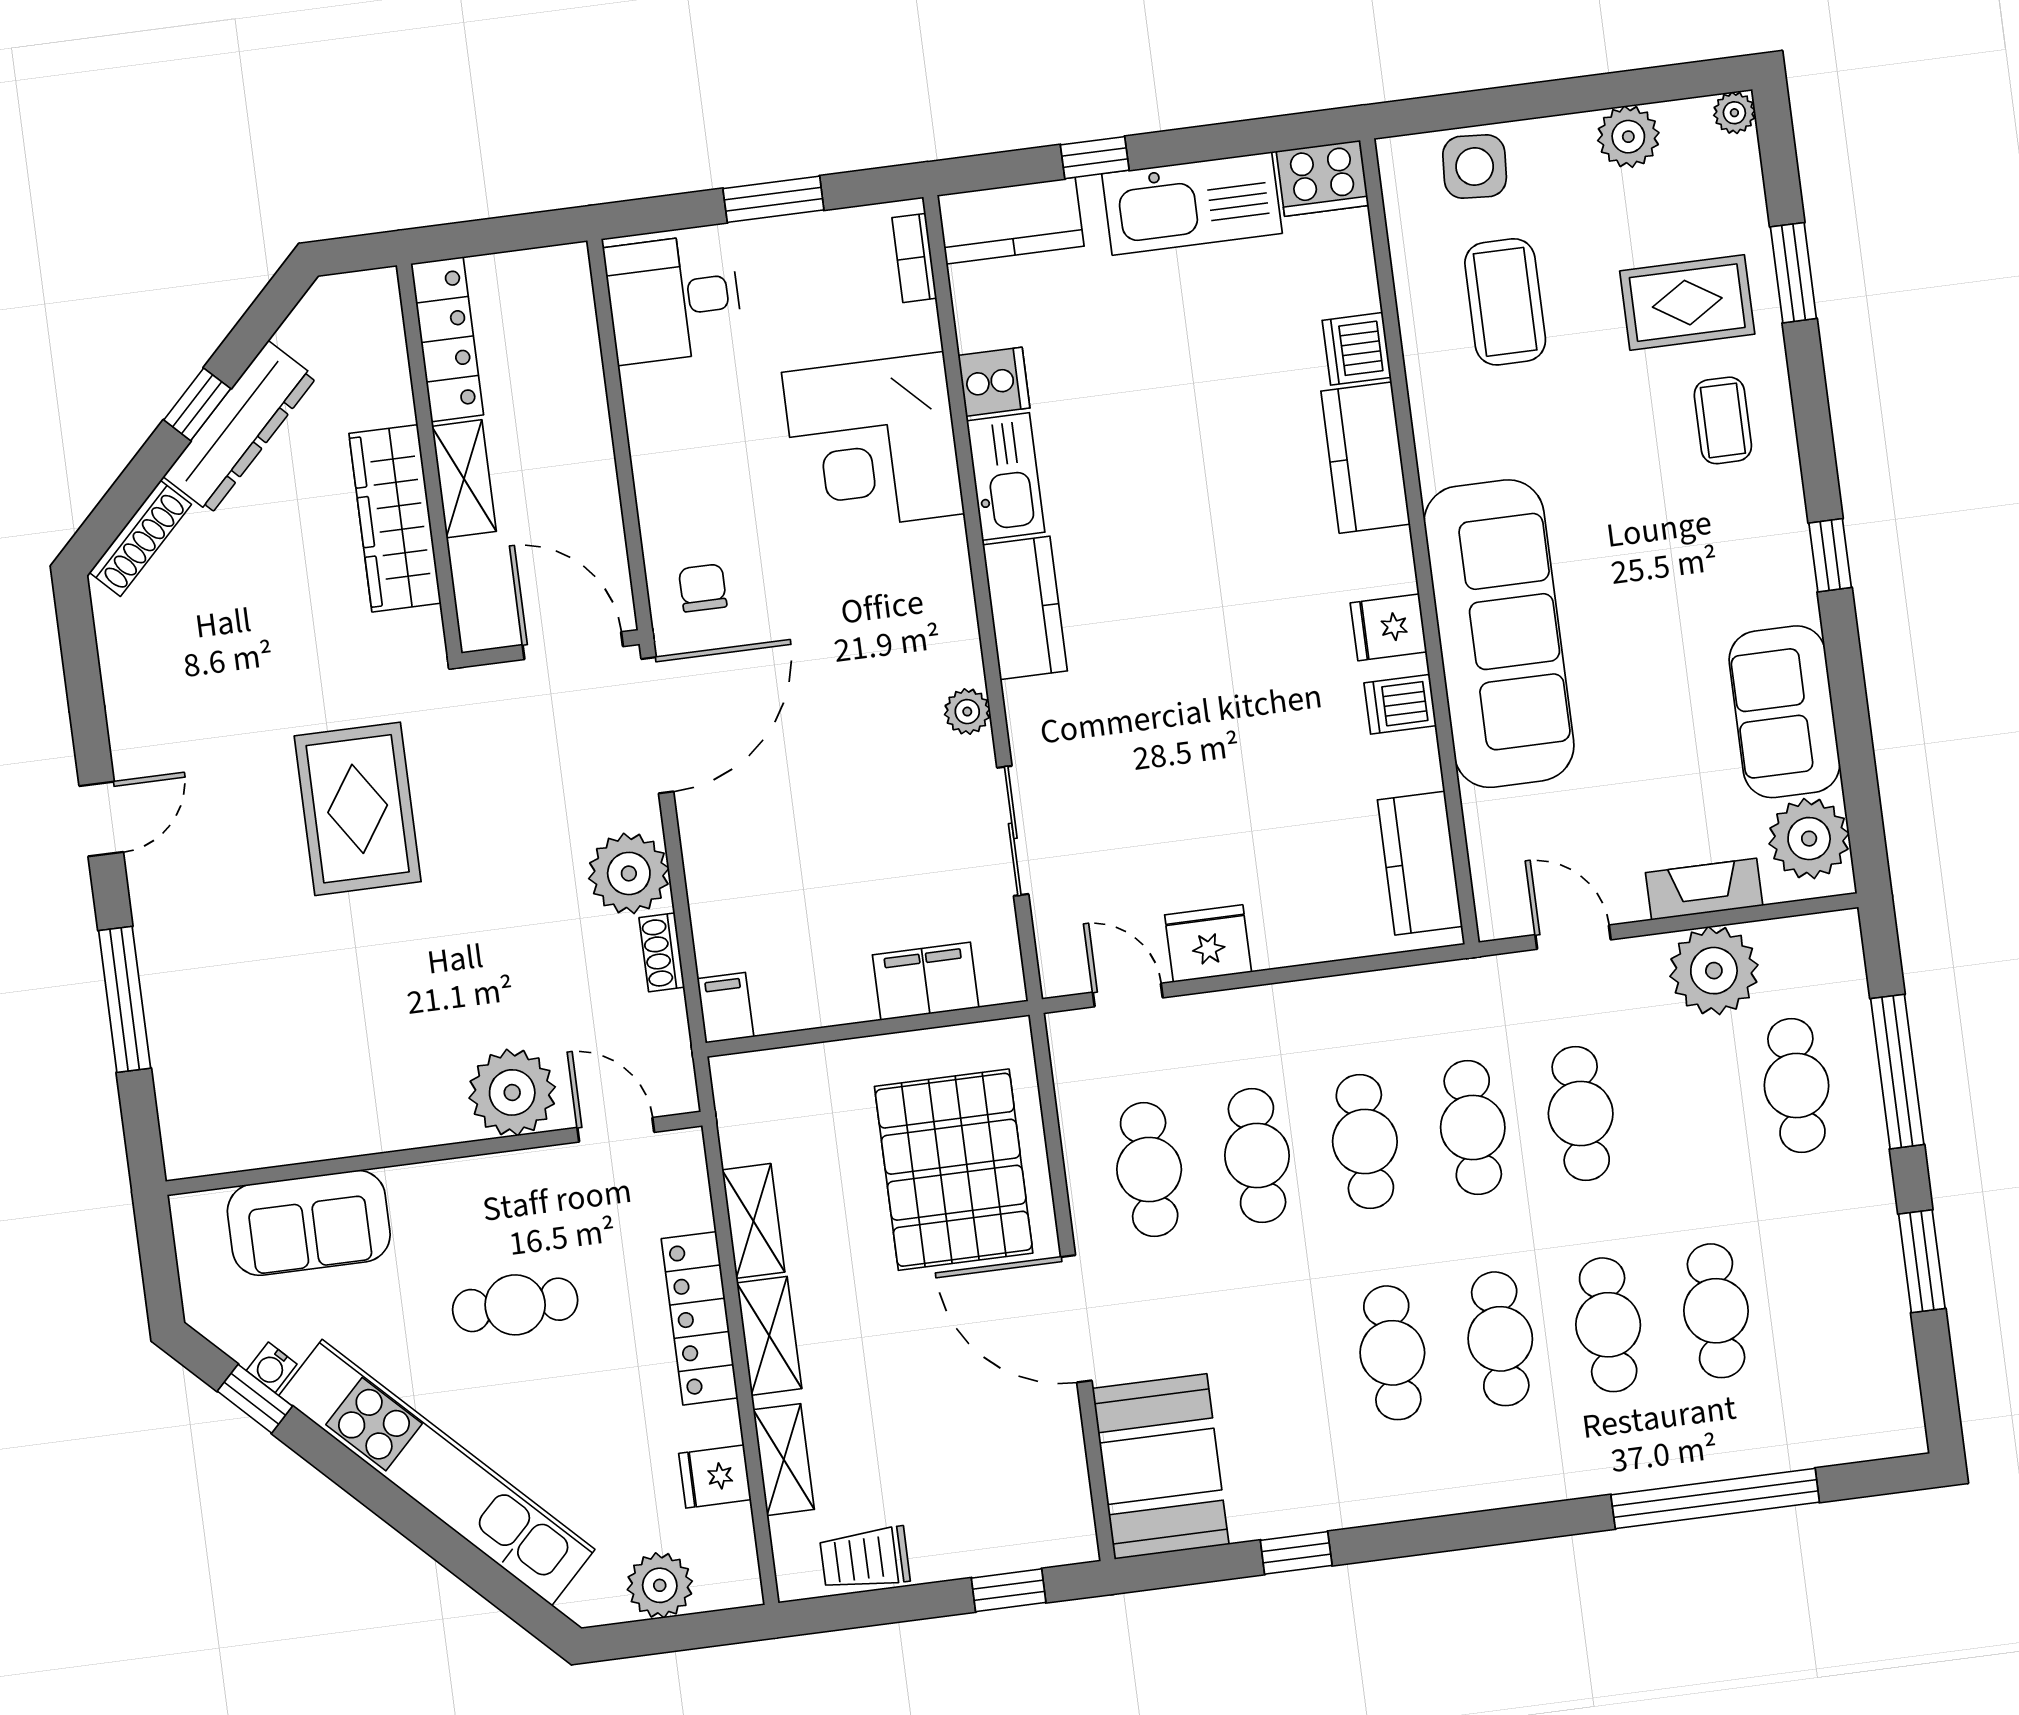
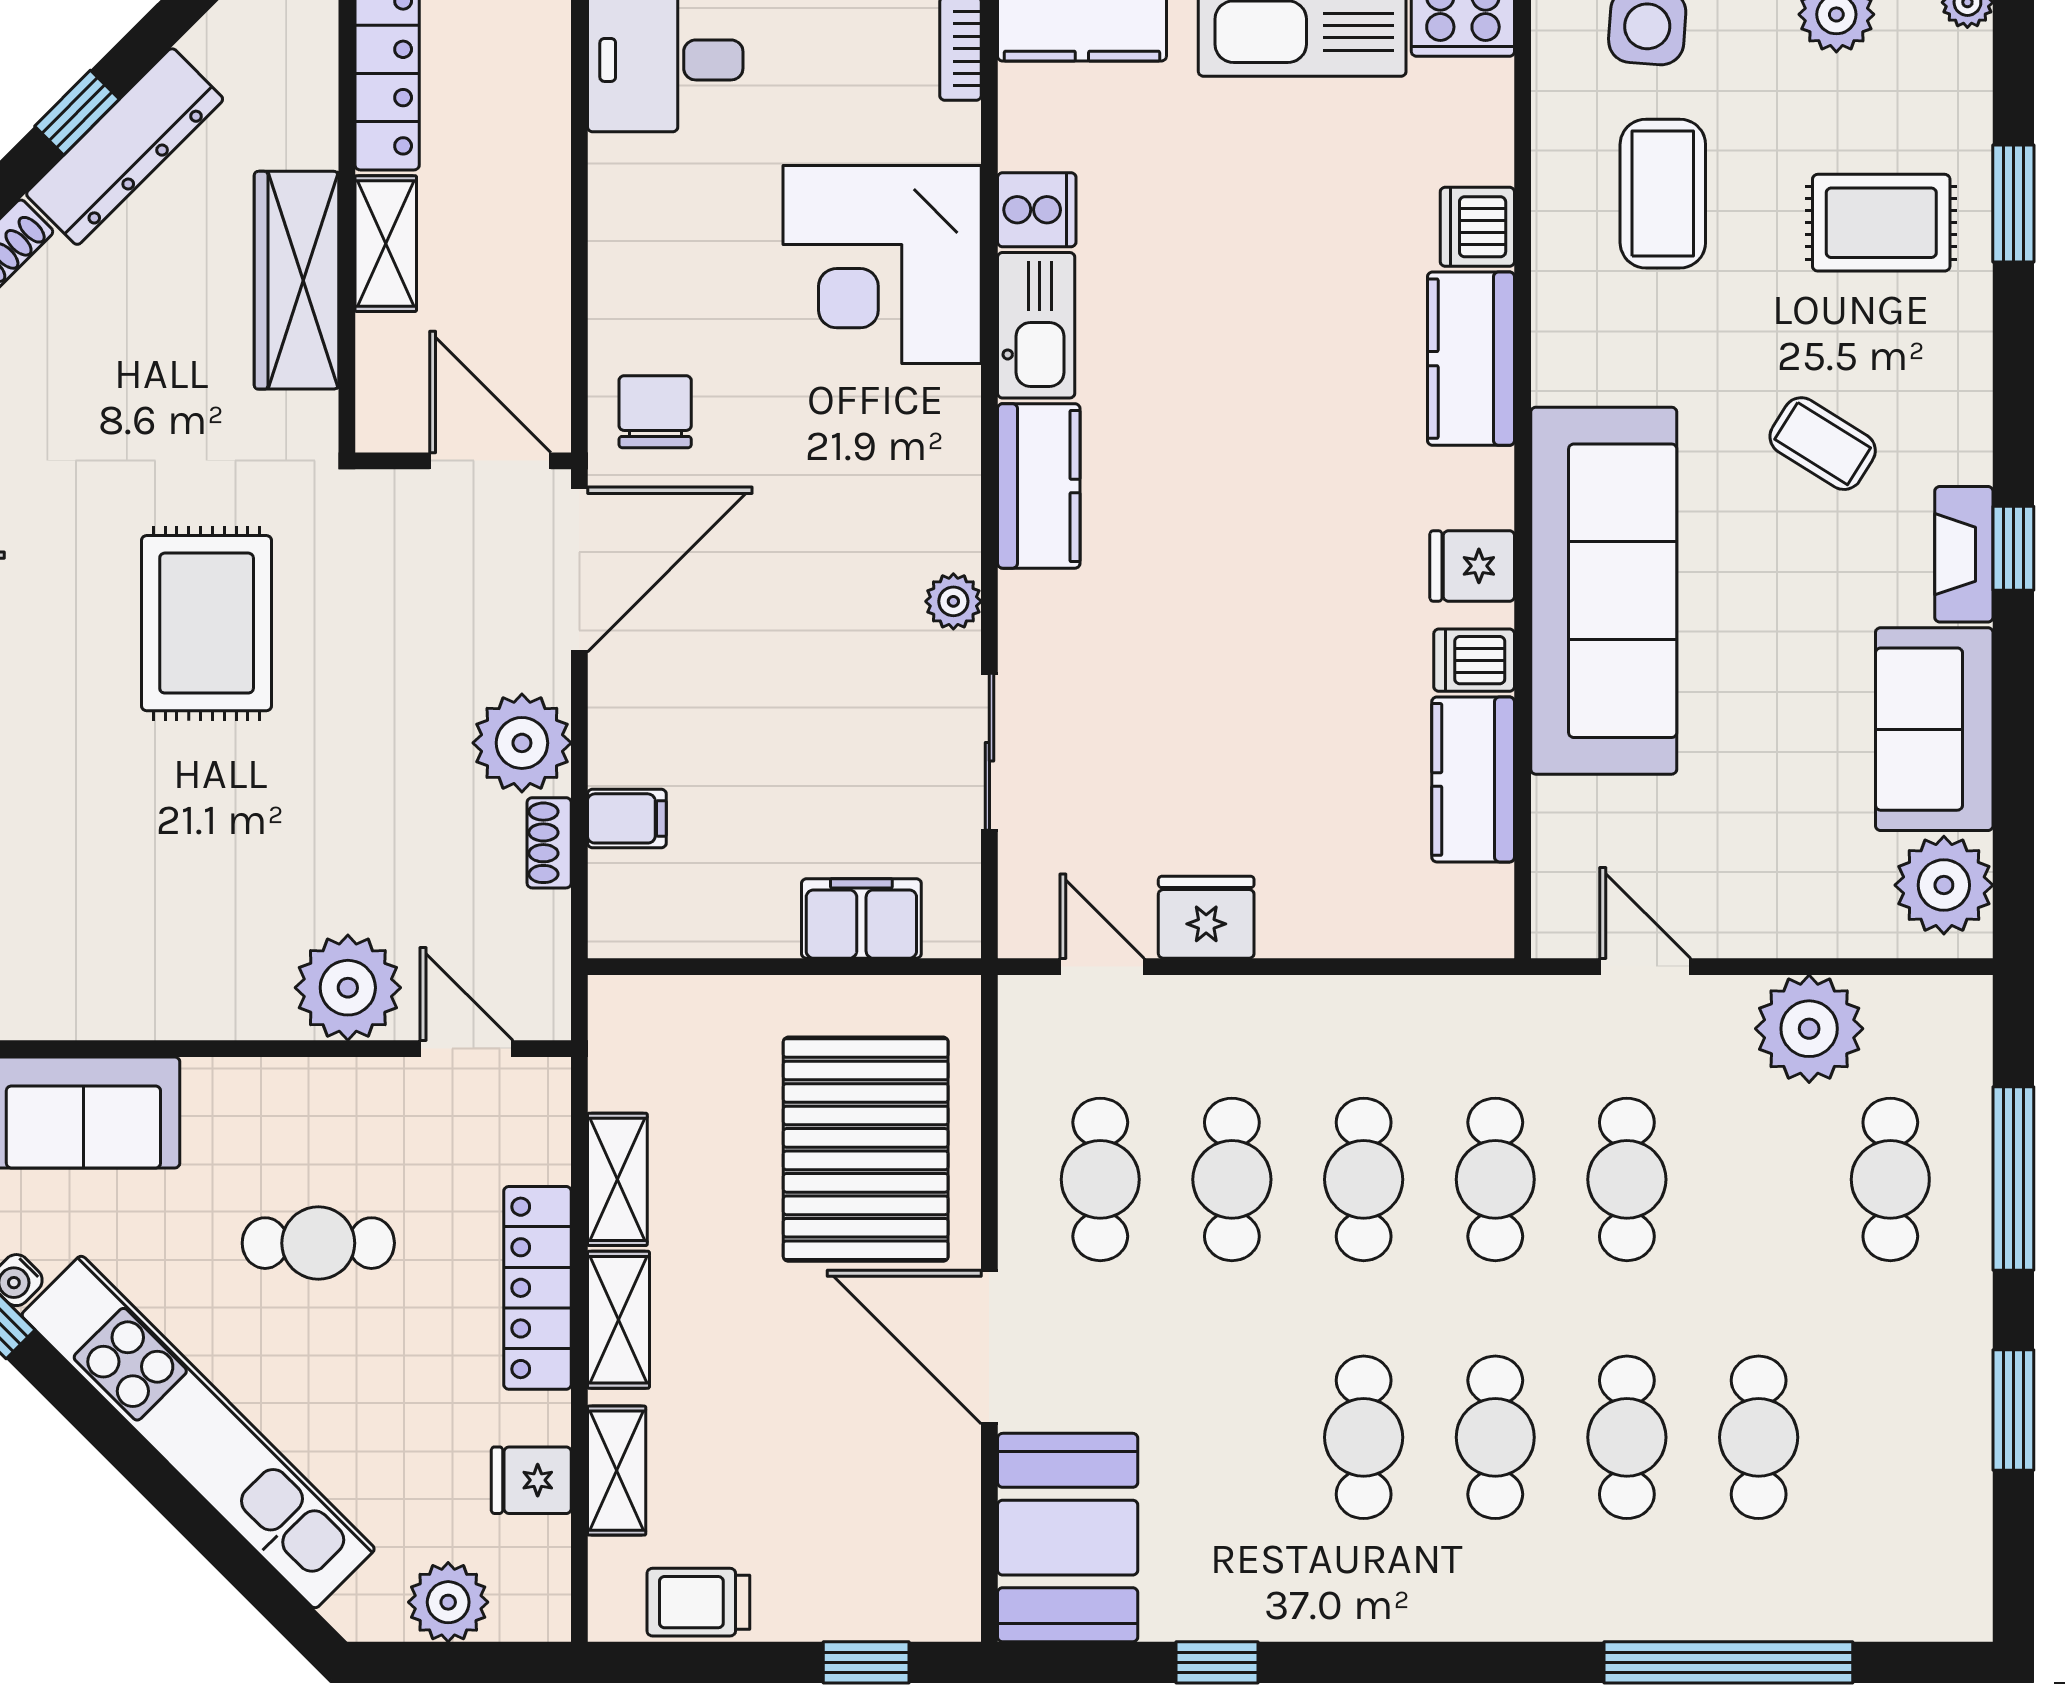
coffee table: (1723, 420) -> (1823, 444), moved, turned -58
chair: (703, 588) -> (655, 412), width x1.37, depth x1.37
kitchen counter: (1420, 863) -> (1473, 779), moved
fireplace: (1704, 889) -> (1964, 554), moved, turned -90
filing cabinet: (726, 1008) -> (627, 818), moved, turned 90

